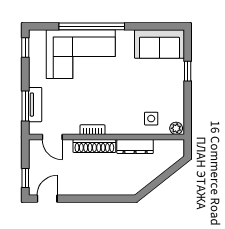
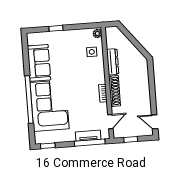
sofa: (159, 44) -> (39, 63), moved
window: (25, 106) -> (90, 143), width x1.44
window: (25, 178) -> (131, 139), moved

